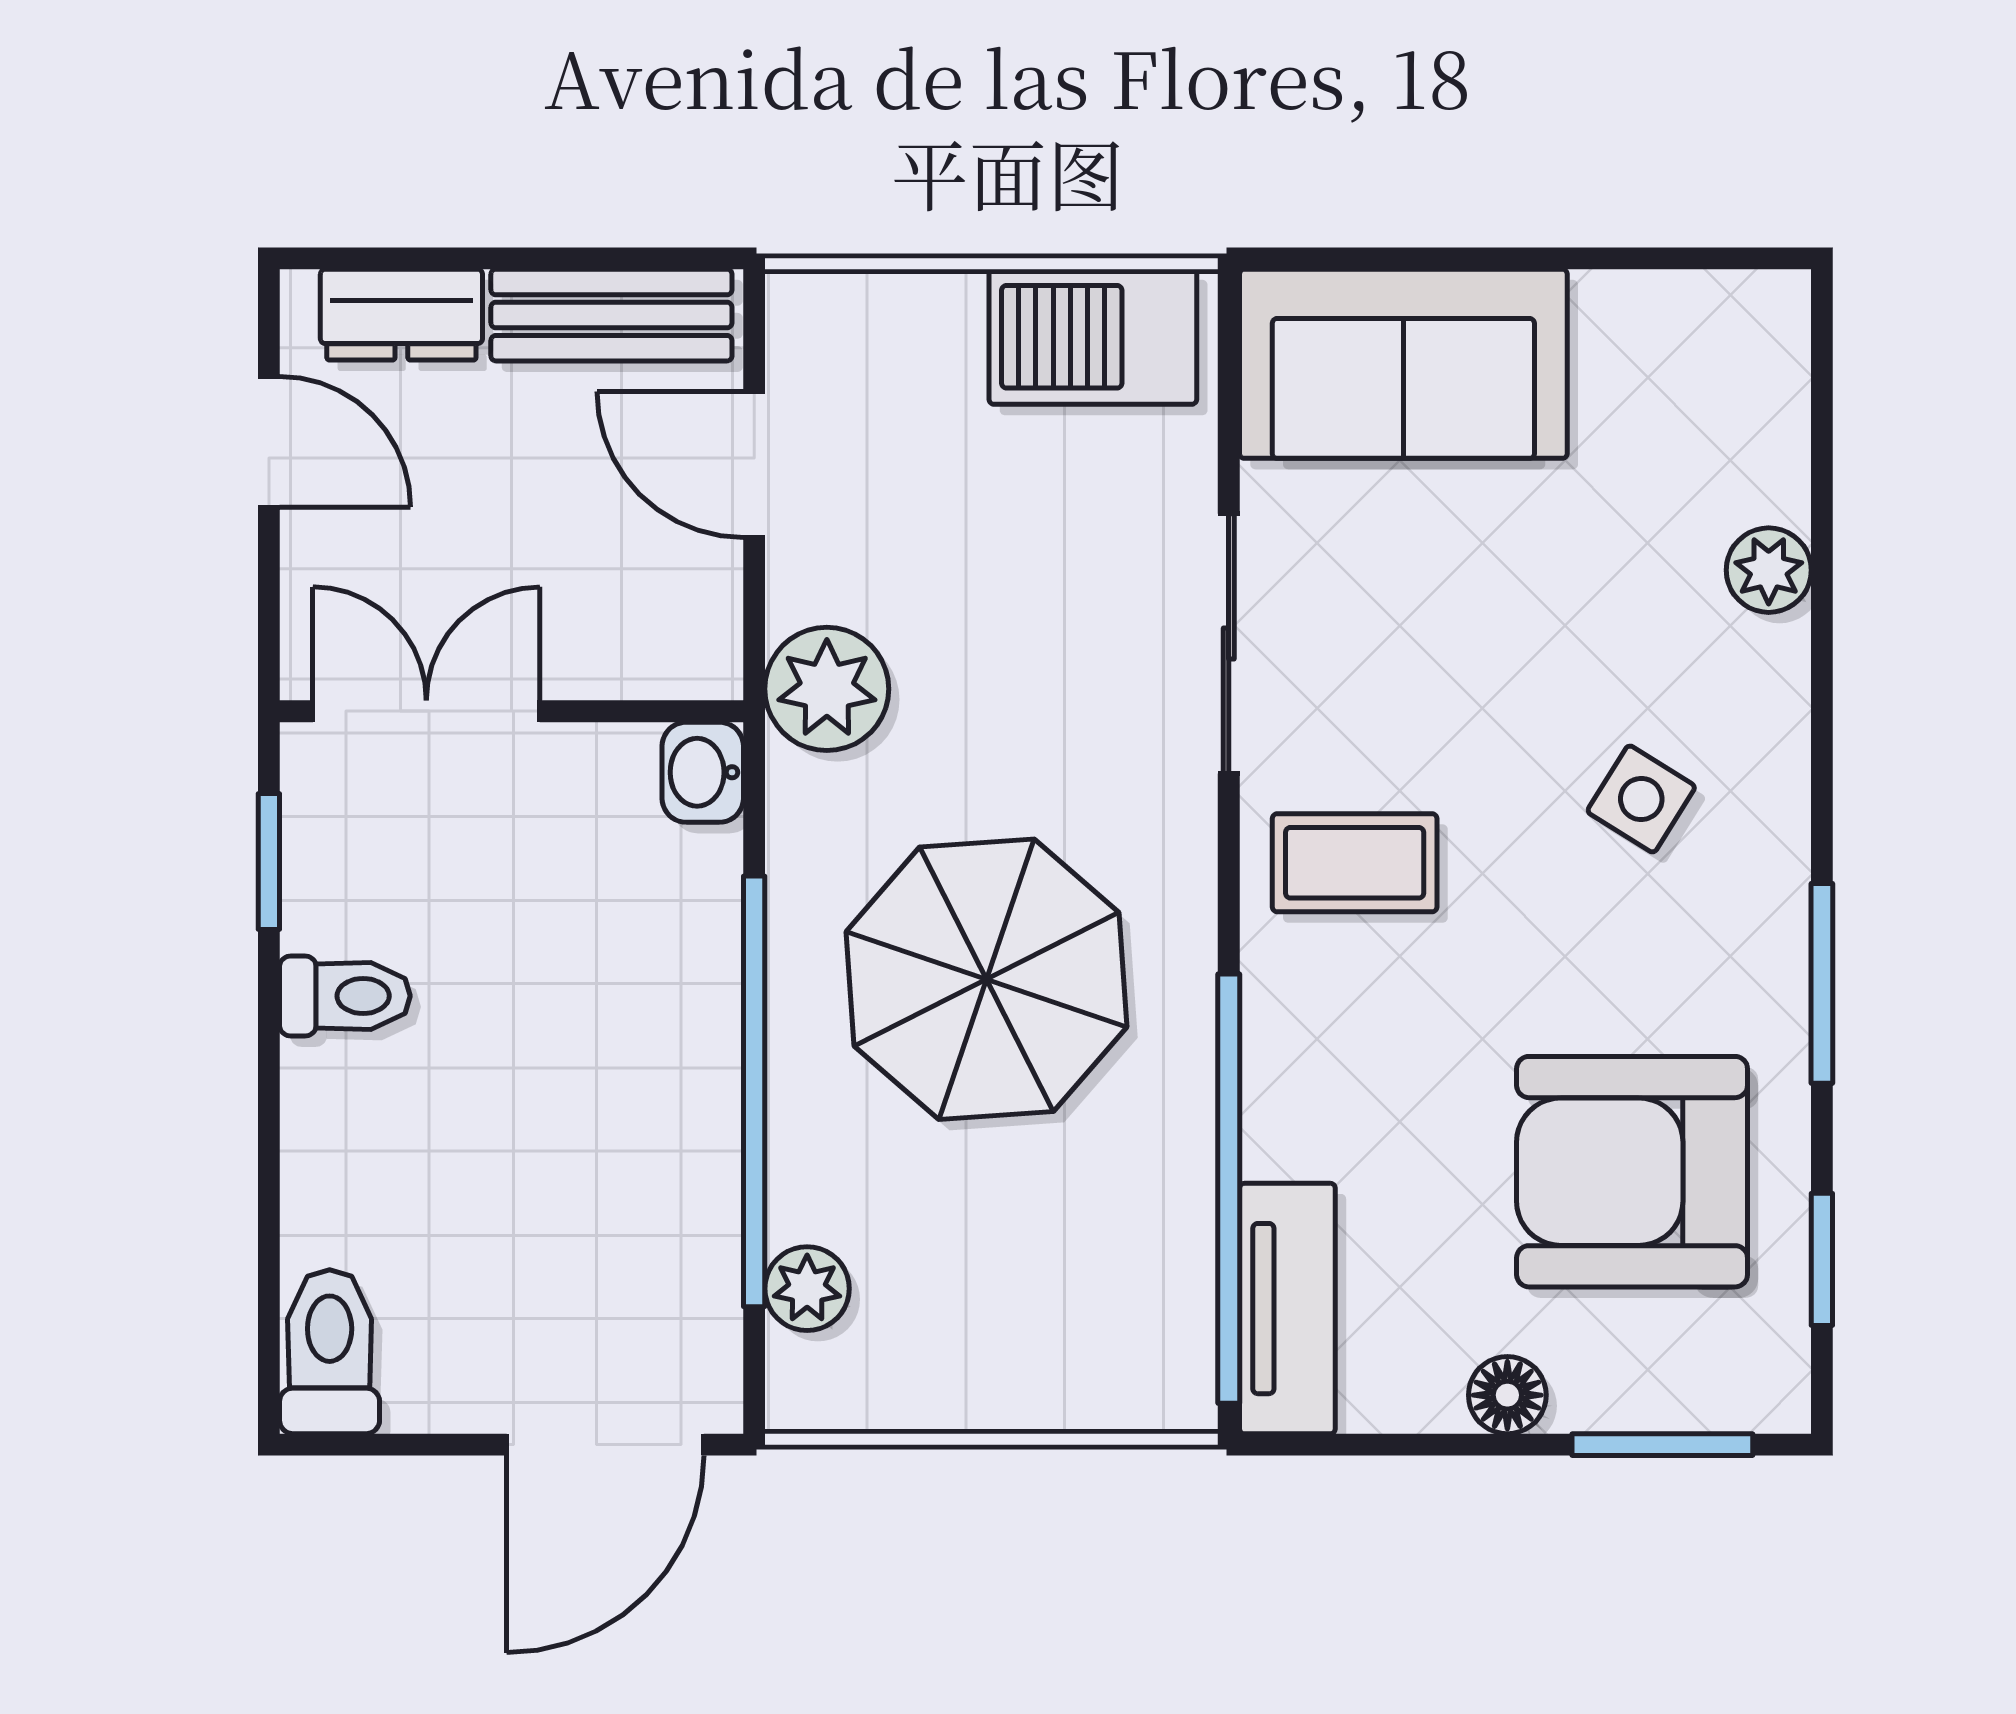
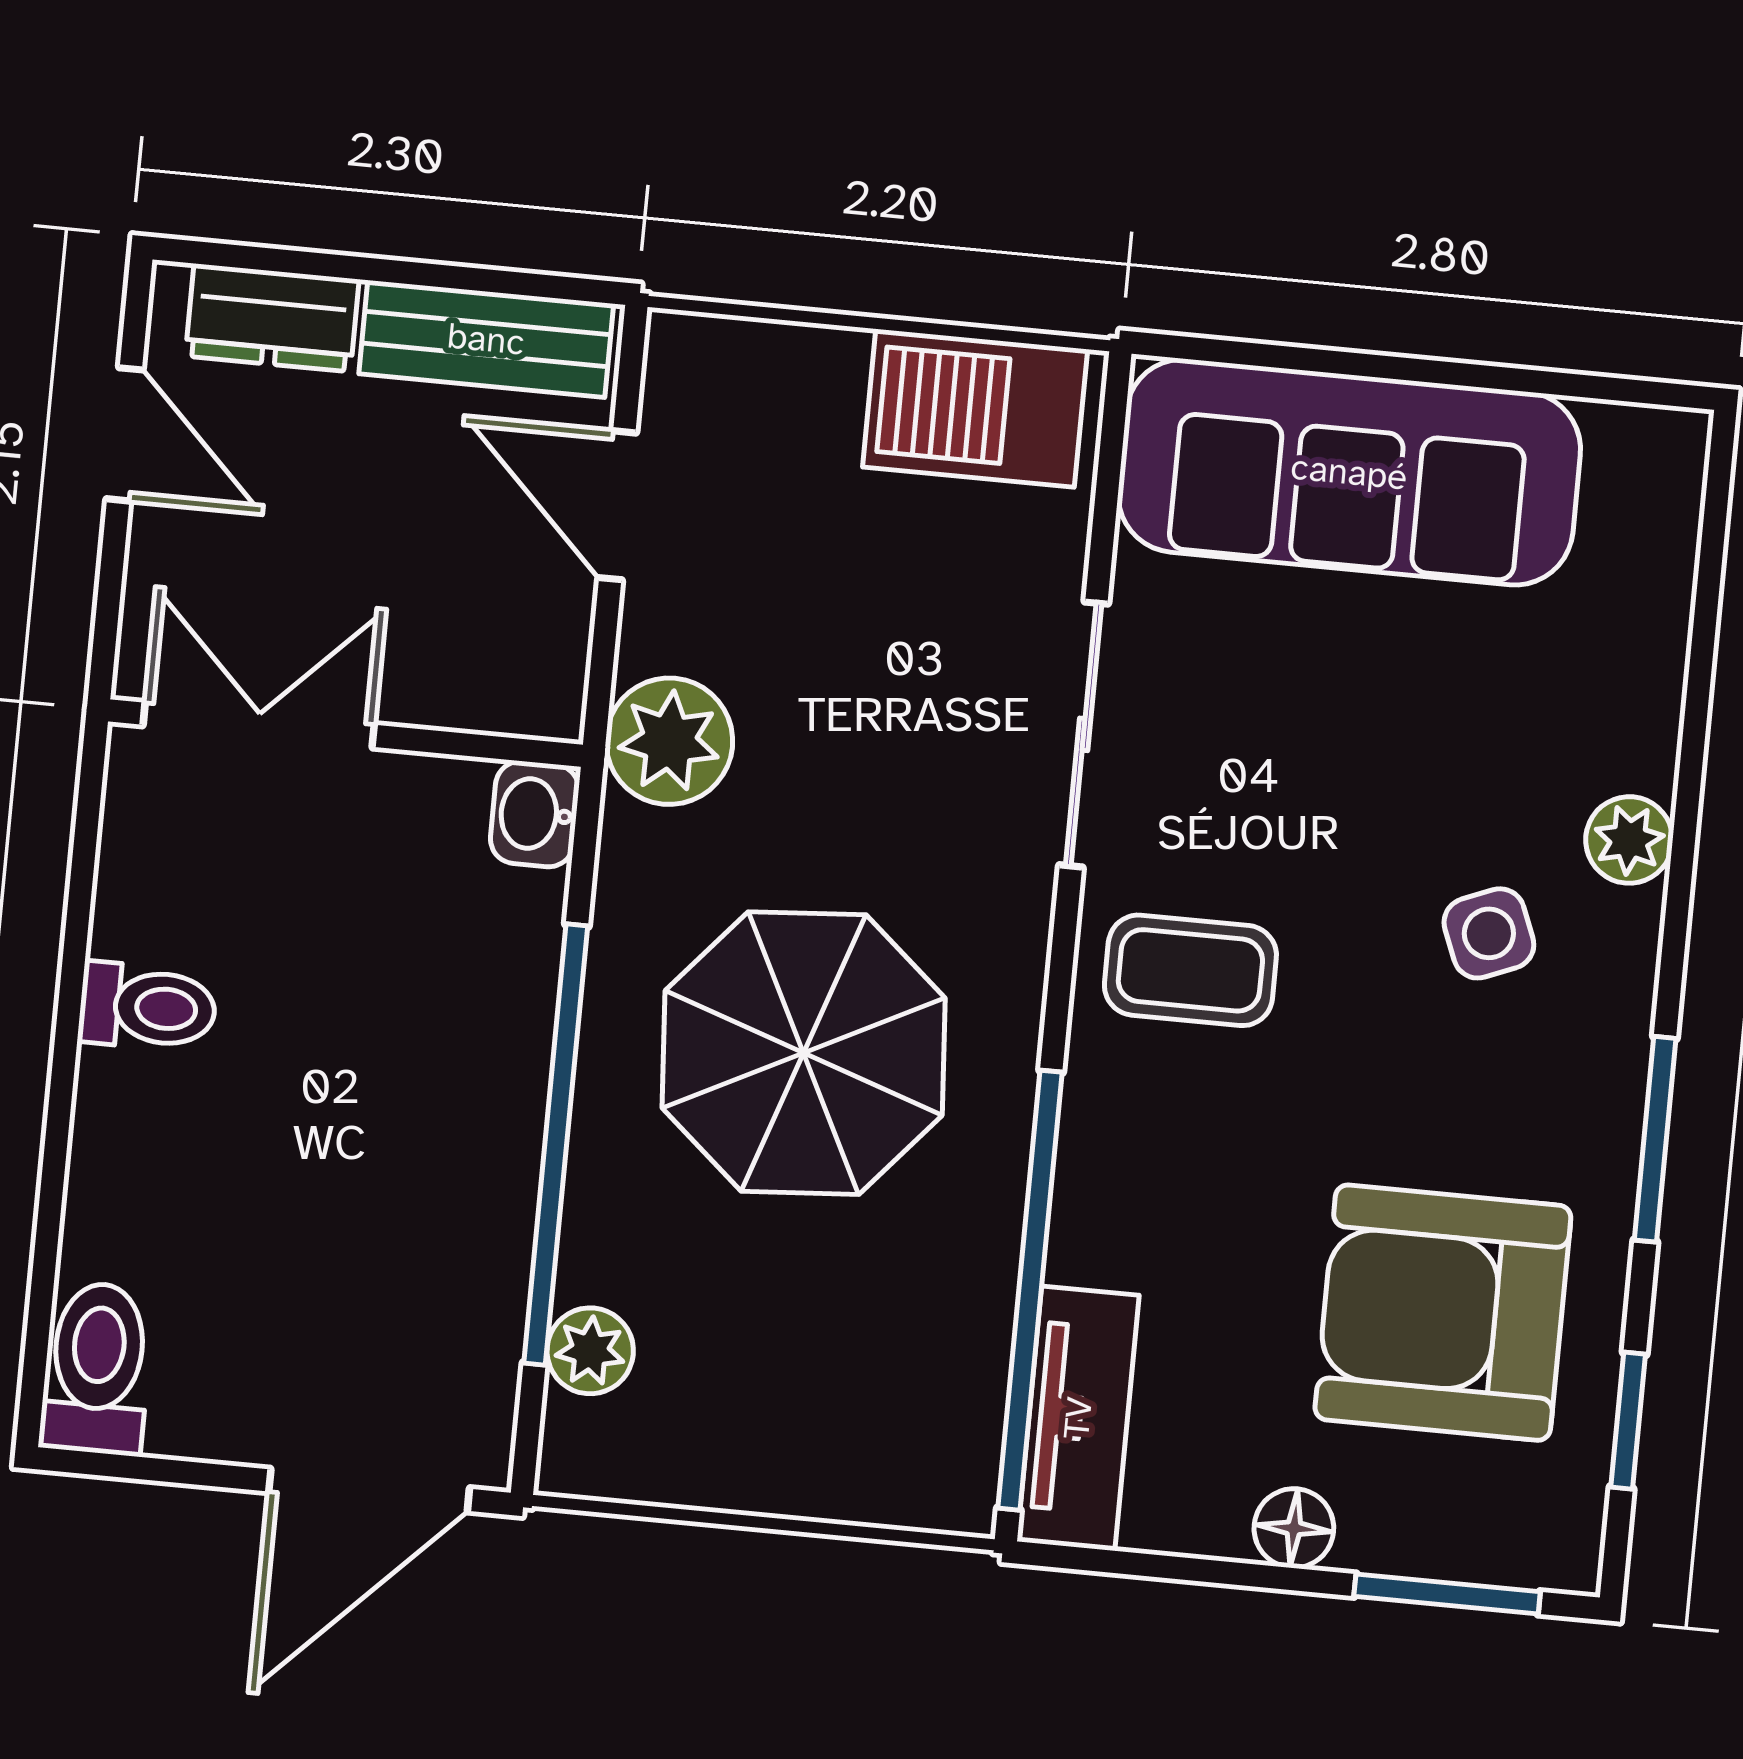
sofa: (1403, 364) -> (1349, 472), width x1.36
plant: (1769, 570) -> (1629, 840), moved
side table: (1641, 799) -> (1489, 933), turned 36
window: (269, 861) -> (83, 862), removed

